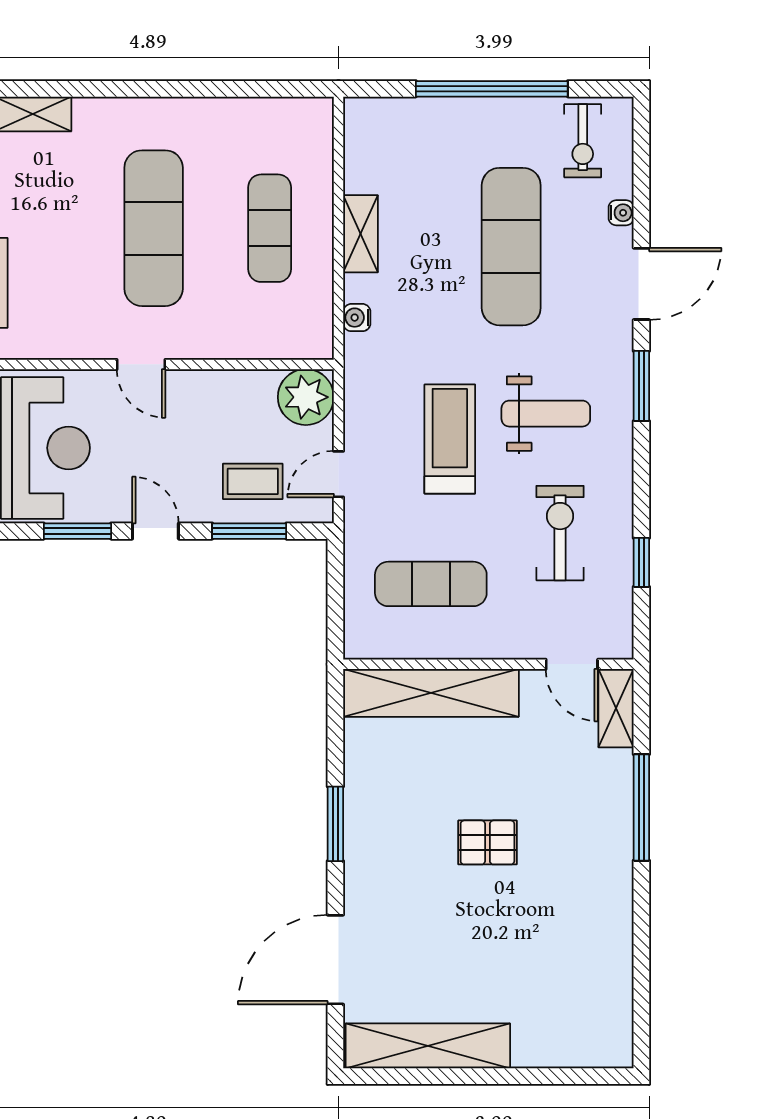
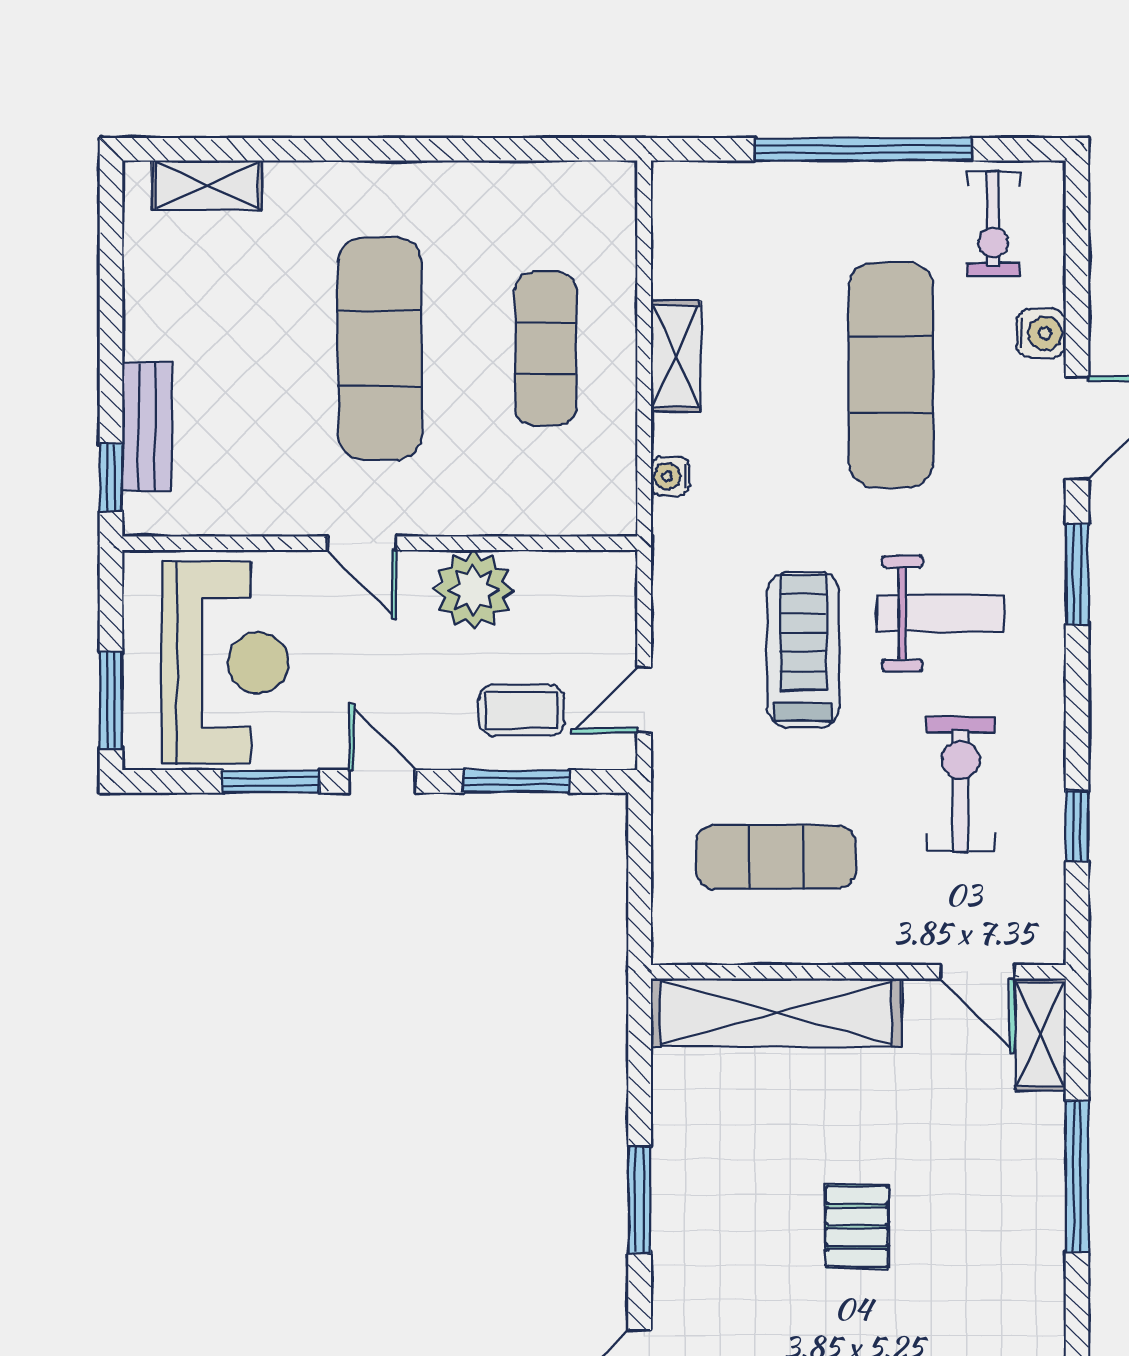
water cooler: (621, 213) -> (1041, 333), width x1.38, depth x1.38
plant: (306, 397) -> (474, 590), moved
pallet: (487, 842) -> (857, 1226), turned 90

